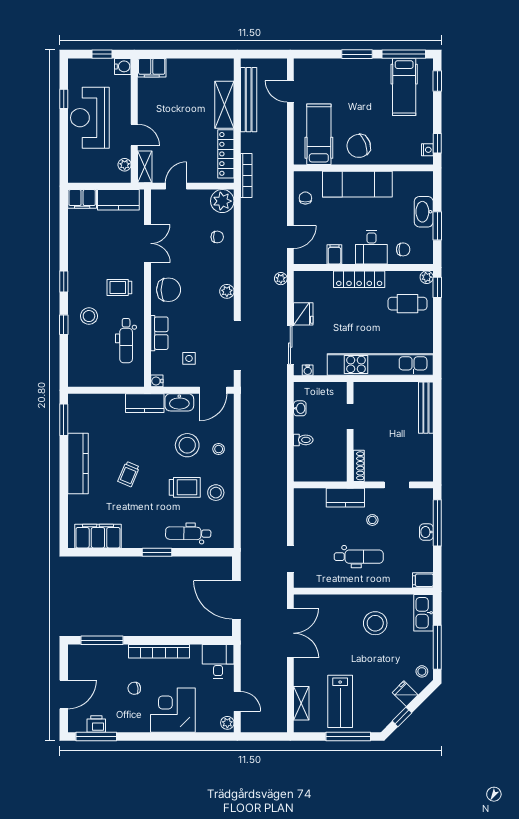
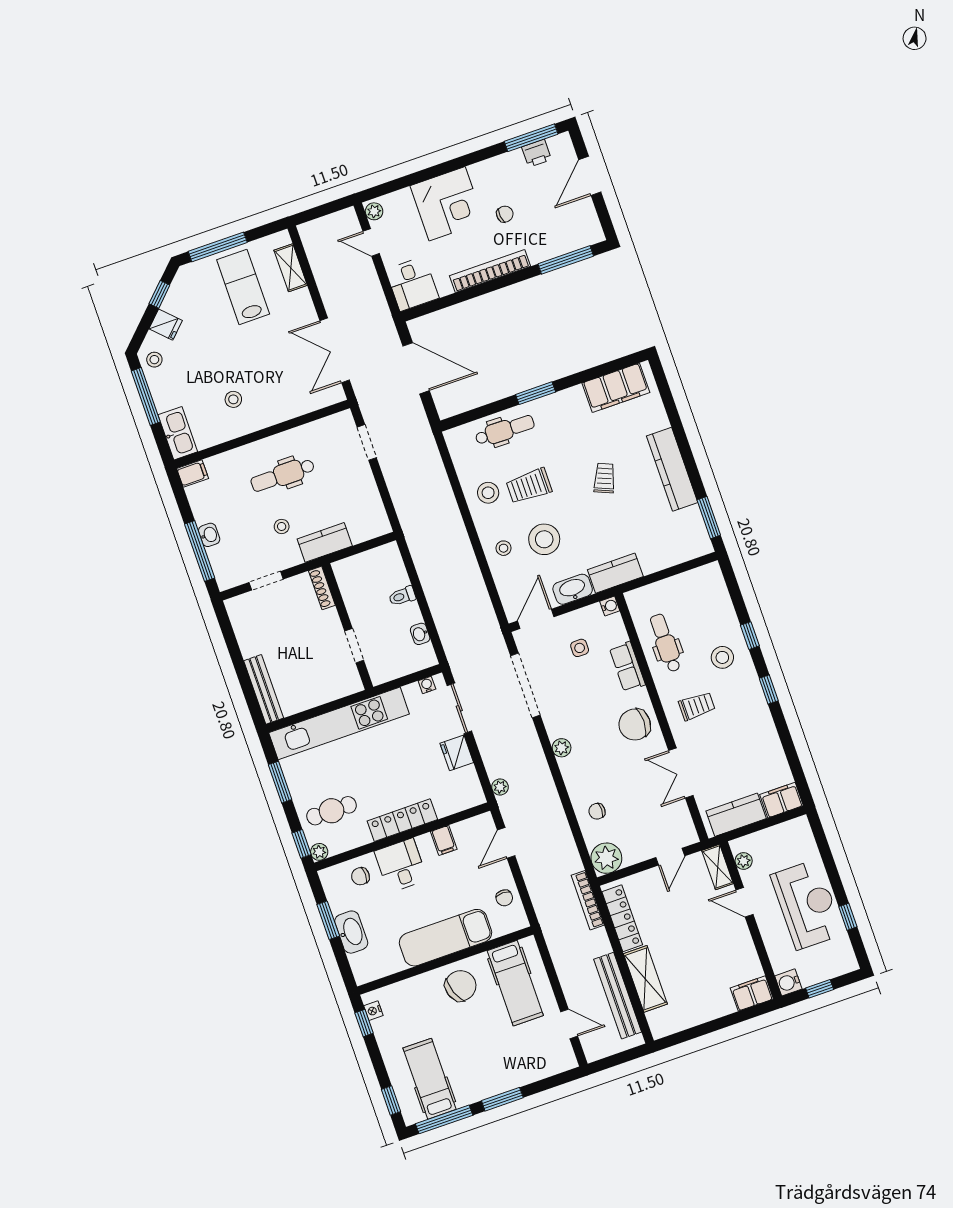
window: (437, 337) -> (280, 782), added
stool: (375, 623) -> (233, 399), width x0.53, depth x0.53

